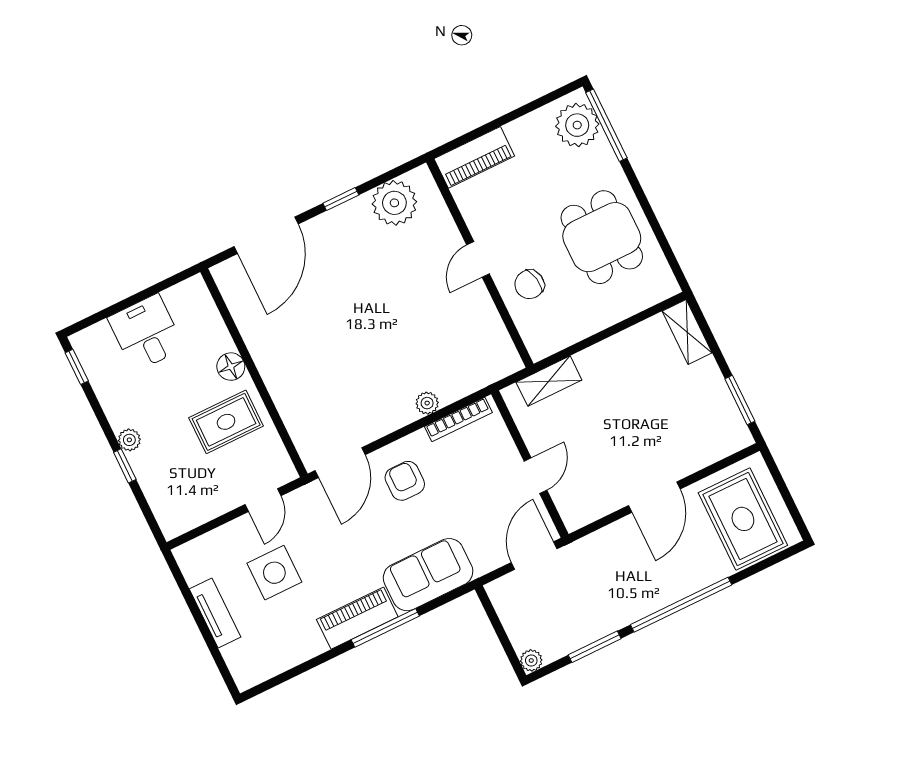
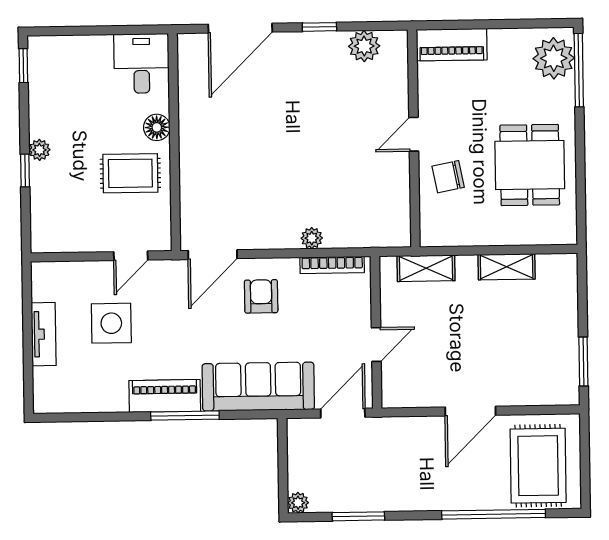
plant: (394, 203) -> (364, 46), width x0.73, depth x0.73
shelving: (687, 332) -> (507, 267), moved, turned 90
desk: (146, 333) -> (142, 63), moved
sofa: (428, 575) -> (258, 387), width x1.36
window: (681, 605) -> (494, 514), moved

